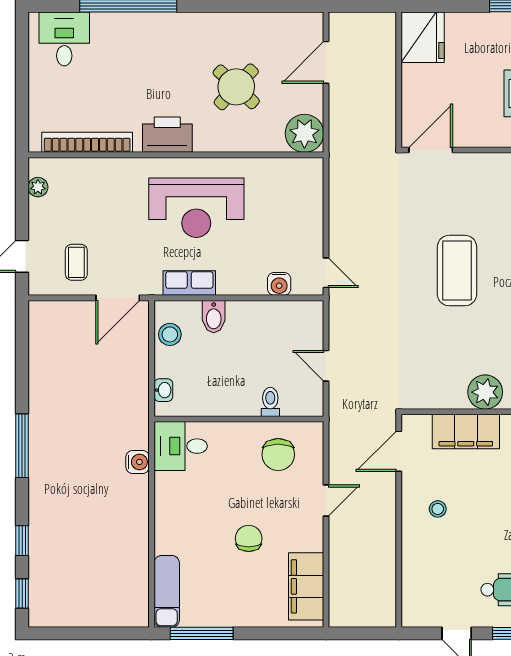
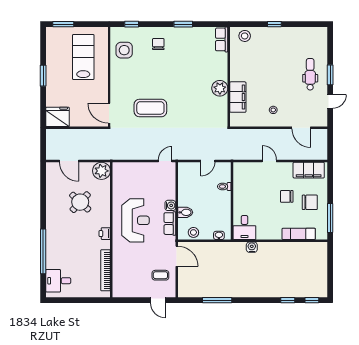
printer: (167, 135) -> (105, 234), width x0.53, depth x0.68
plant: (38, 187) -> (126, 293), removed
coffee table: (457, 271) -> (150, 108), moved
water cooler: (279, 284) -> (170, 205), moved
window: (22, 446) -> (217, 300), moved
door: (399, 451) -> (301, 128), moved
chair: (278, 455) -> (310, 202), moved
exam couch: (167, 591) -> (299, 234), moved

